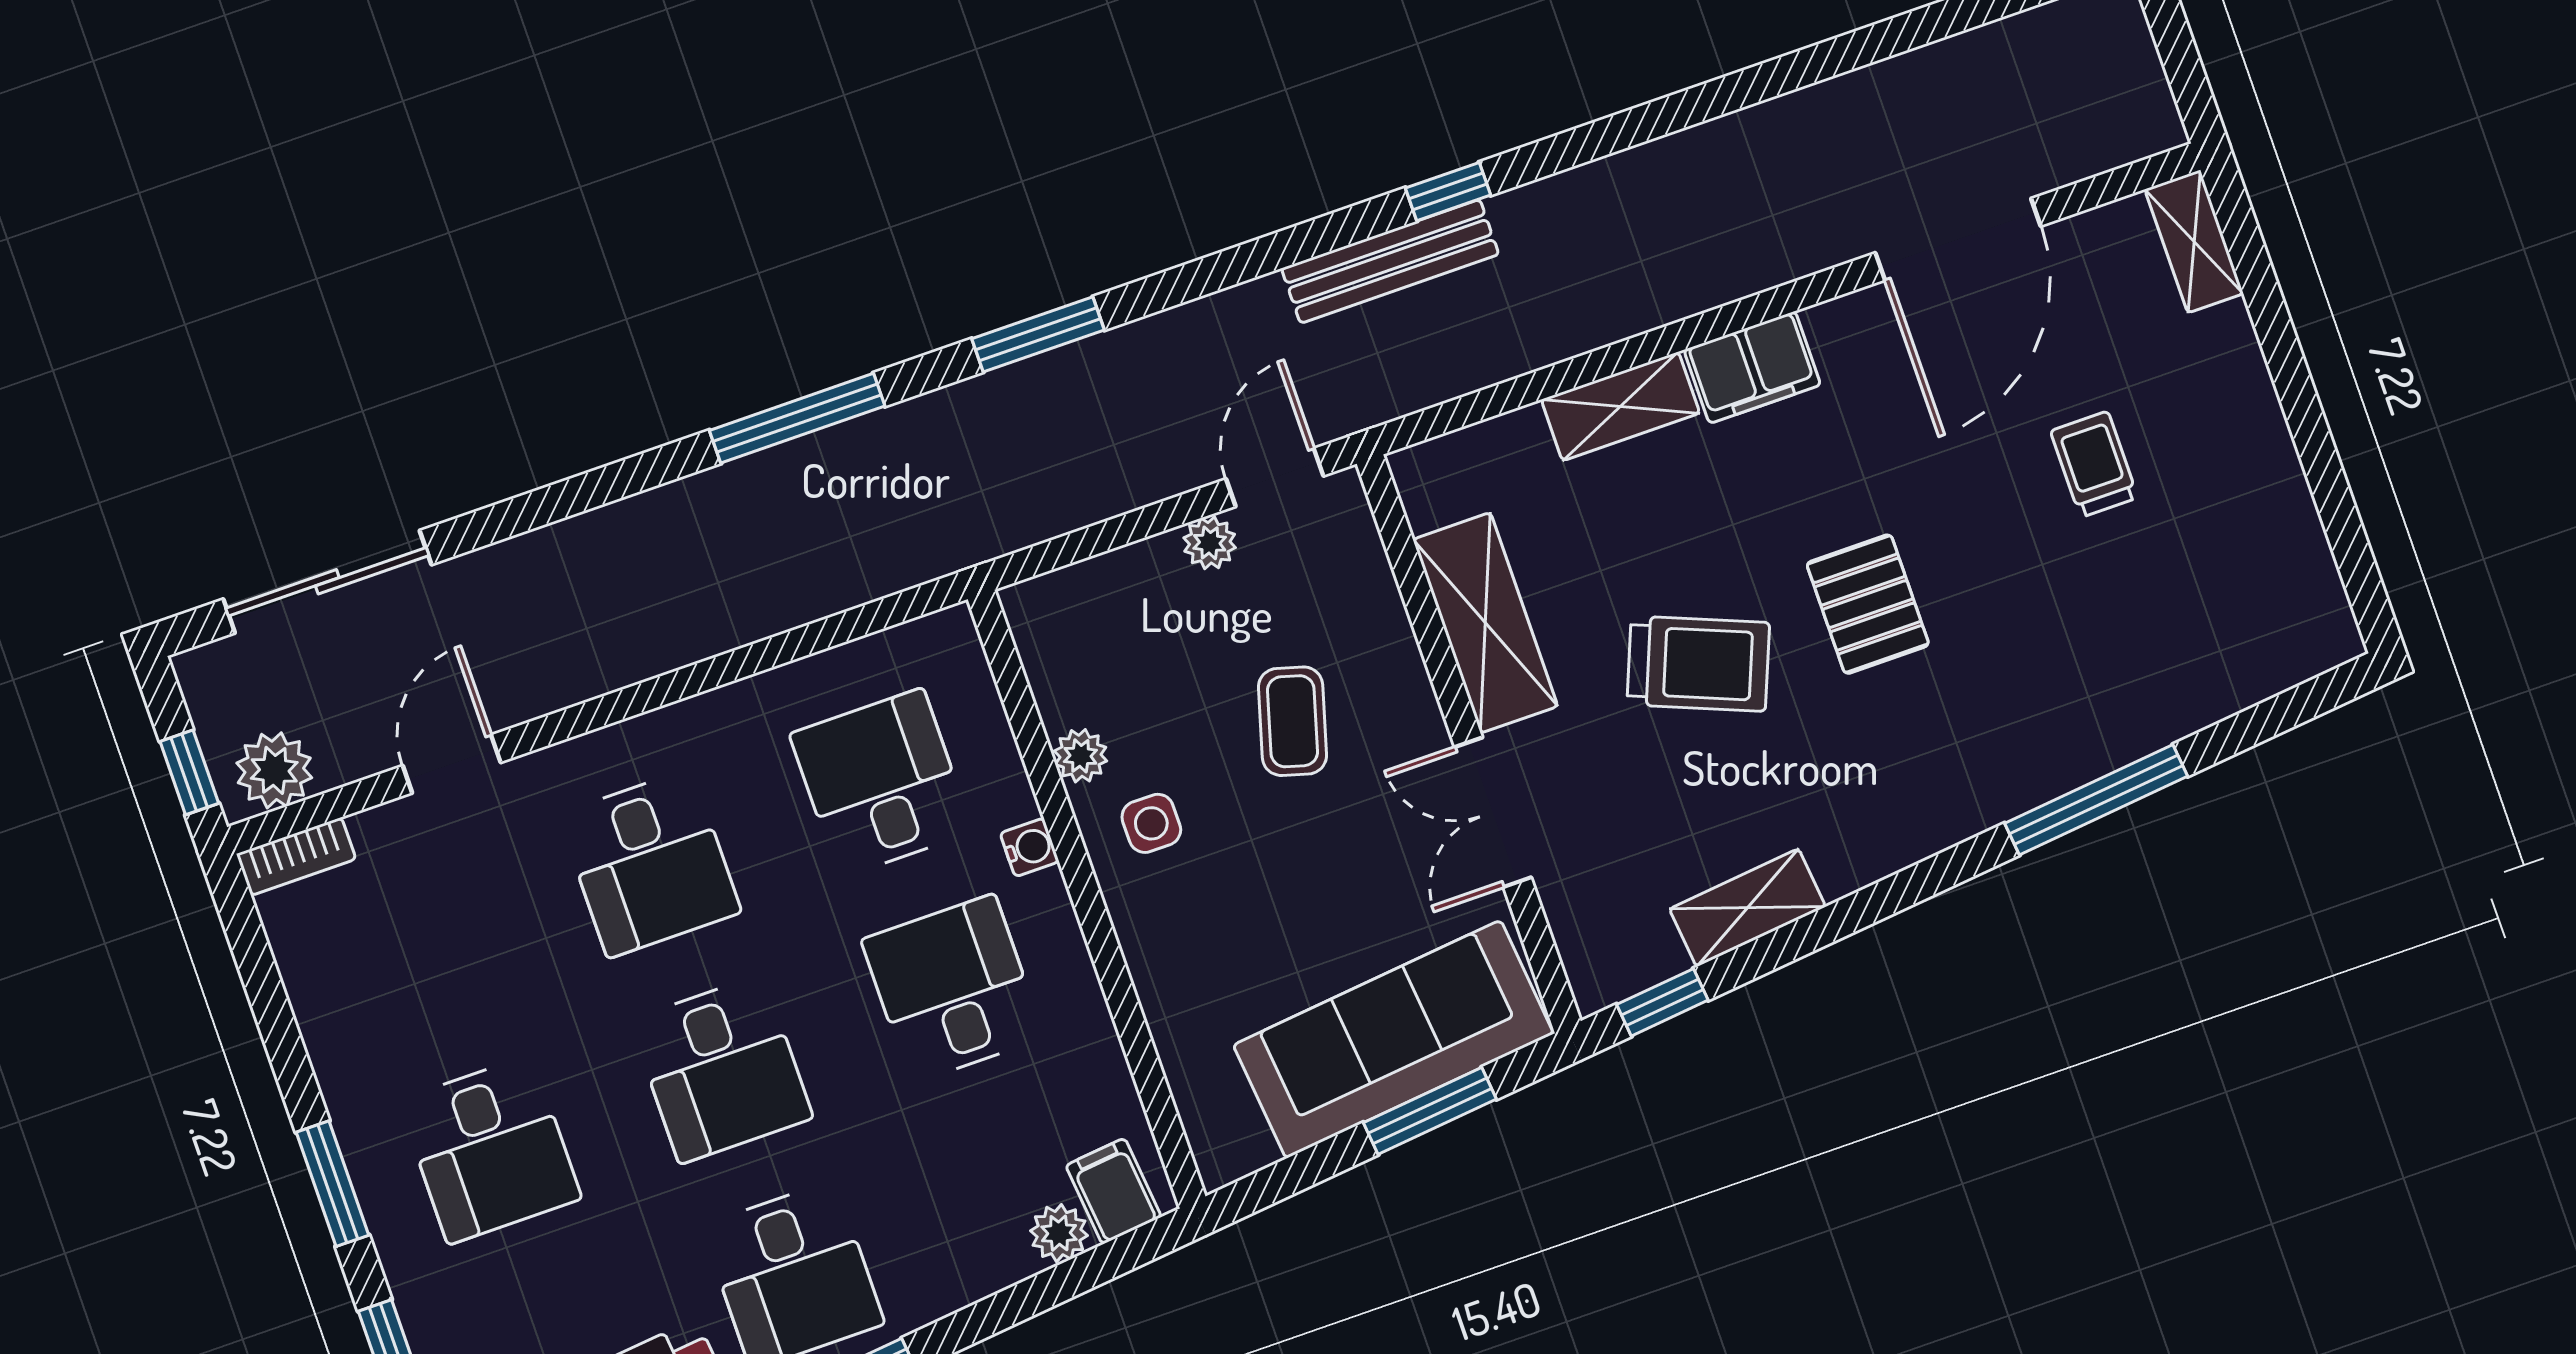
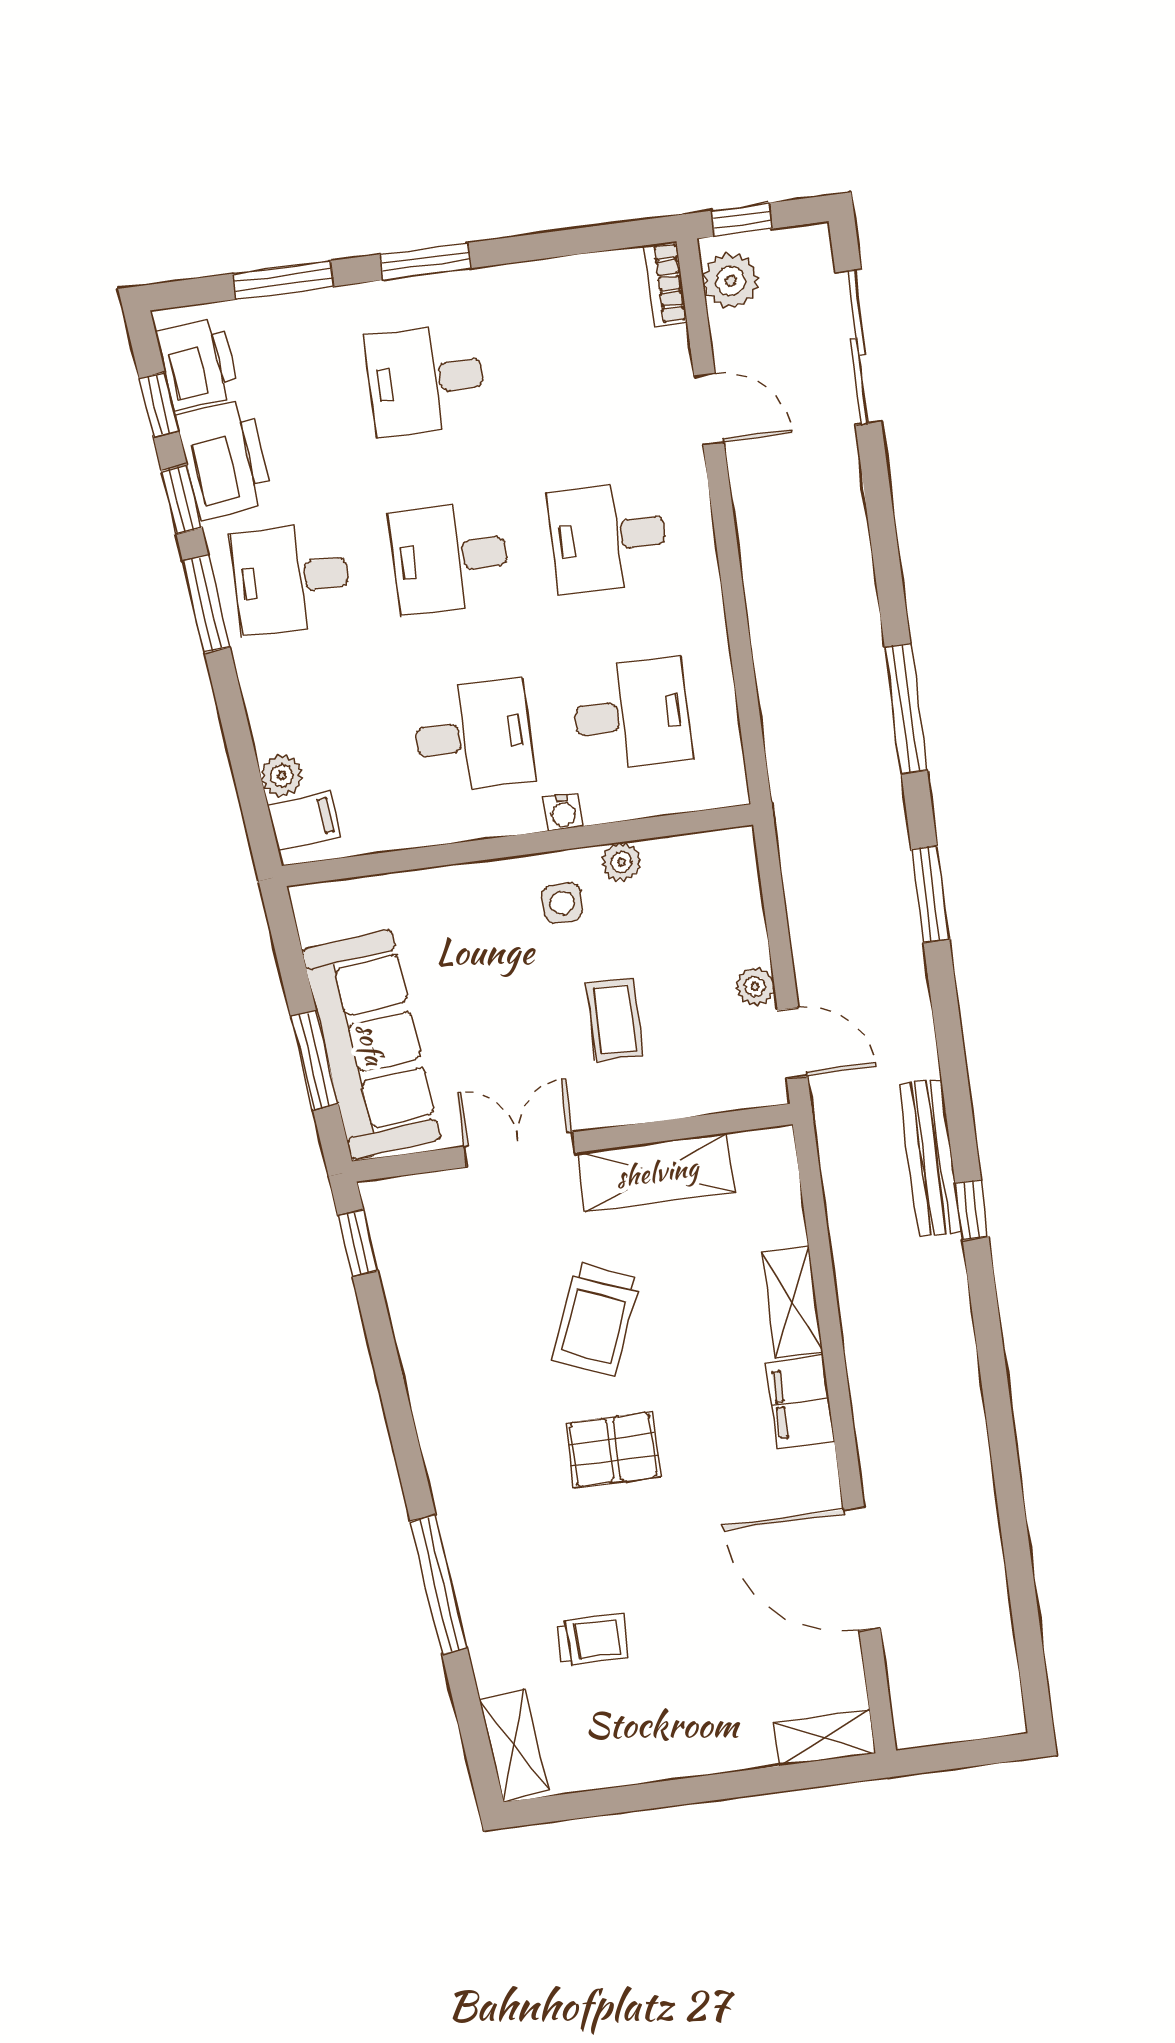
trolley: (2094, 464) -> (593, 1640), moved
coffee table: (1292, 721) -> (615, 1019), turned 74
shelving: (1748, 908) -> (514, 1745), moved

